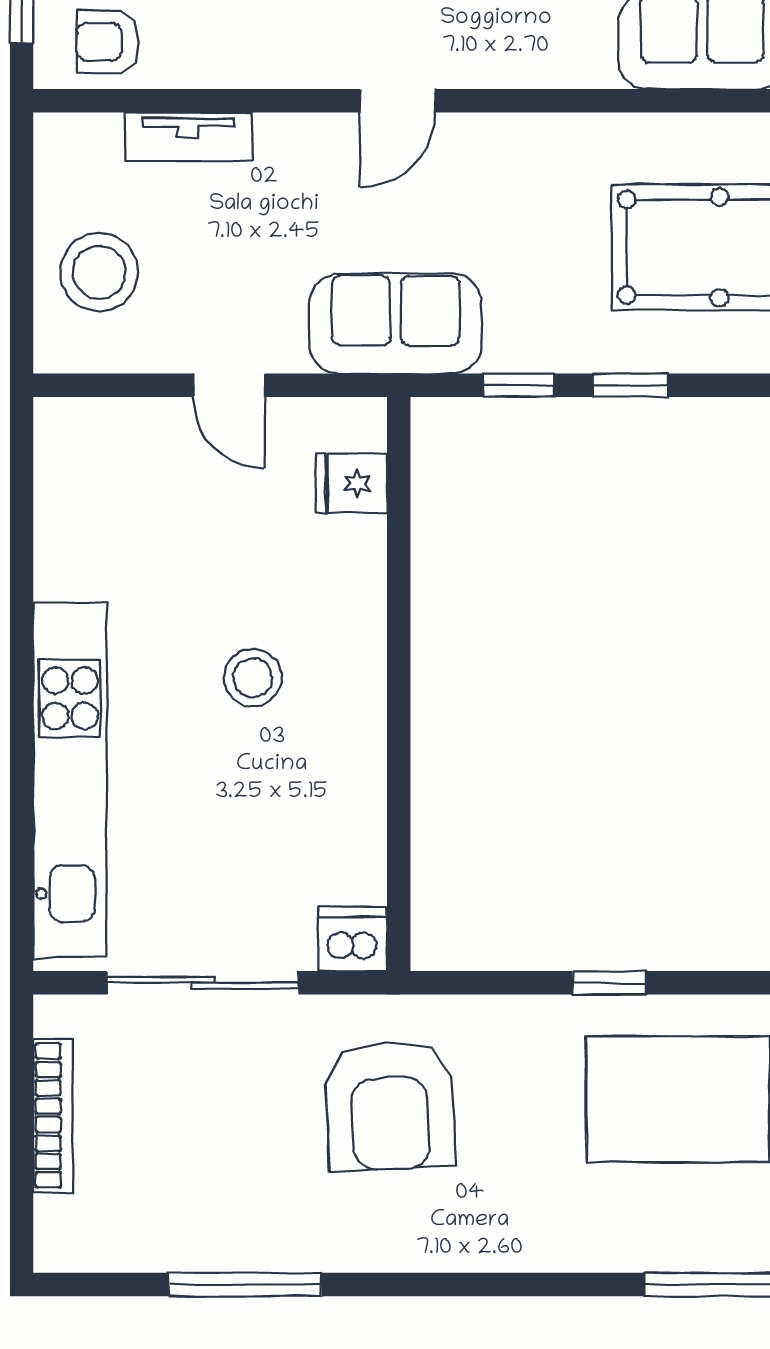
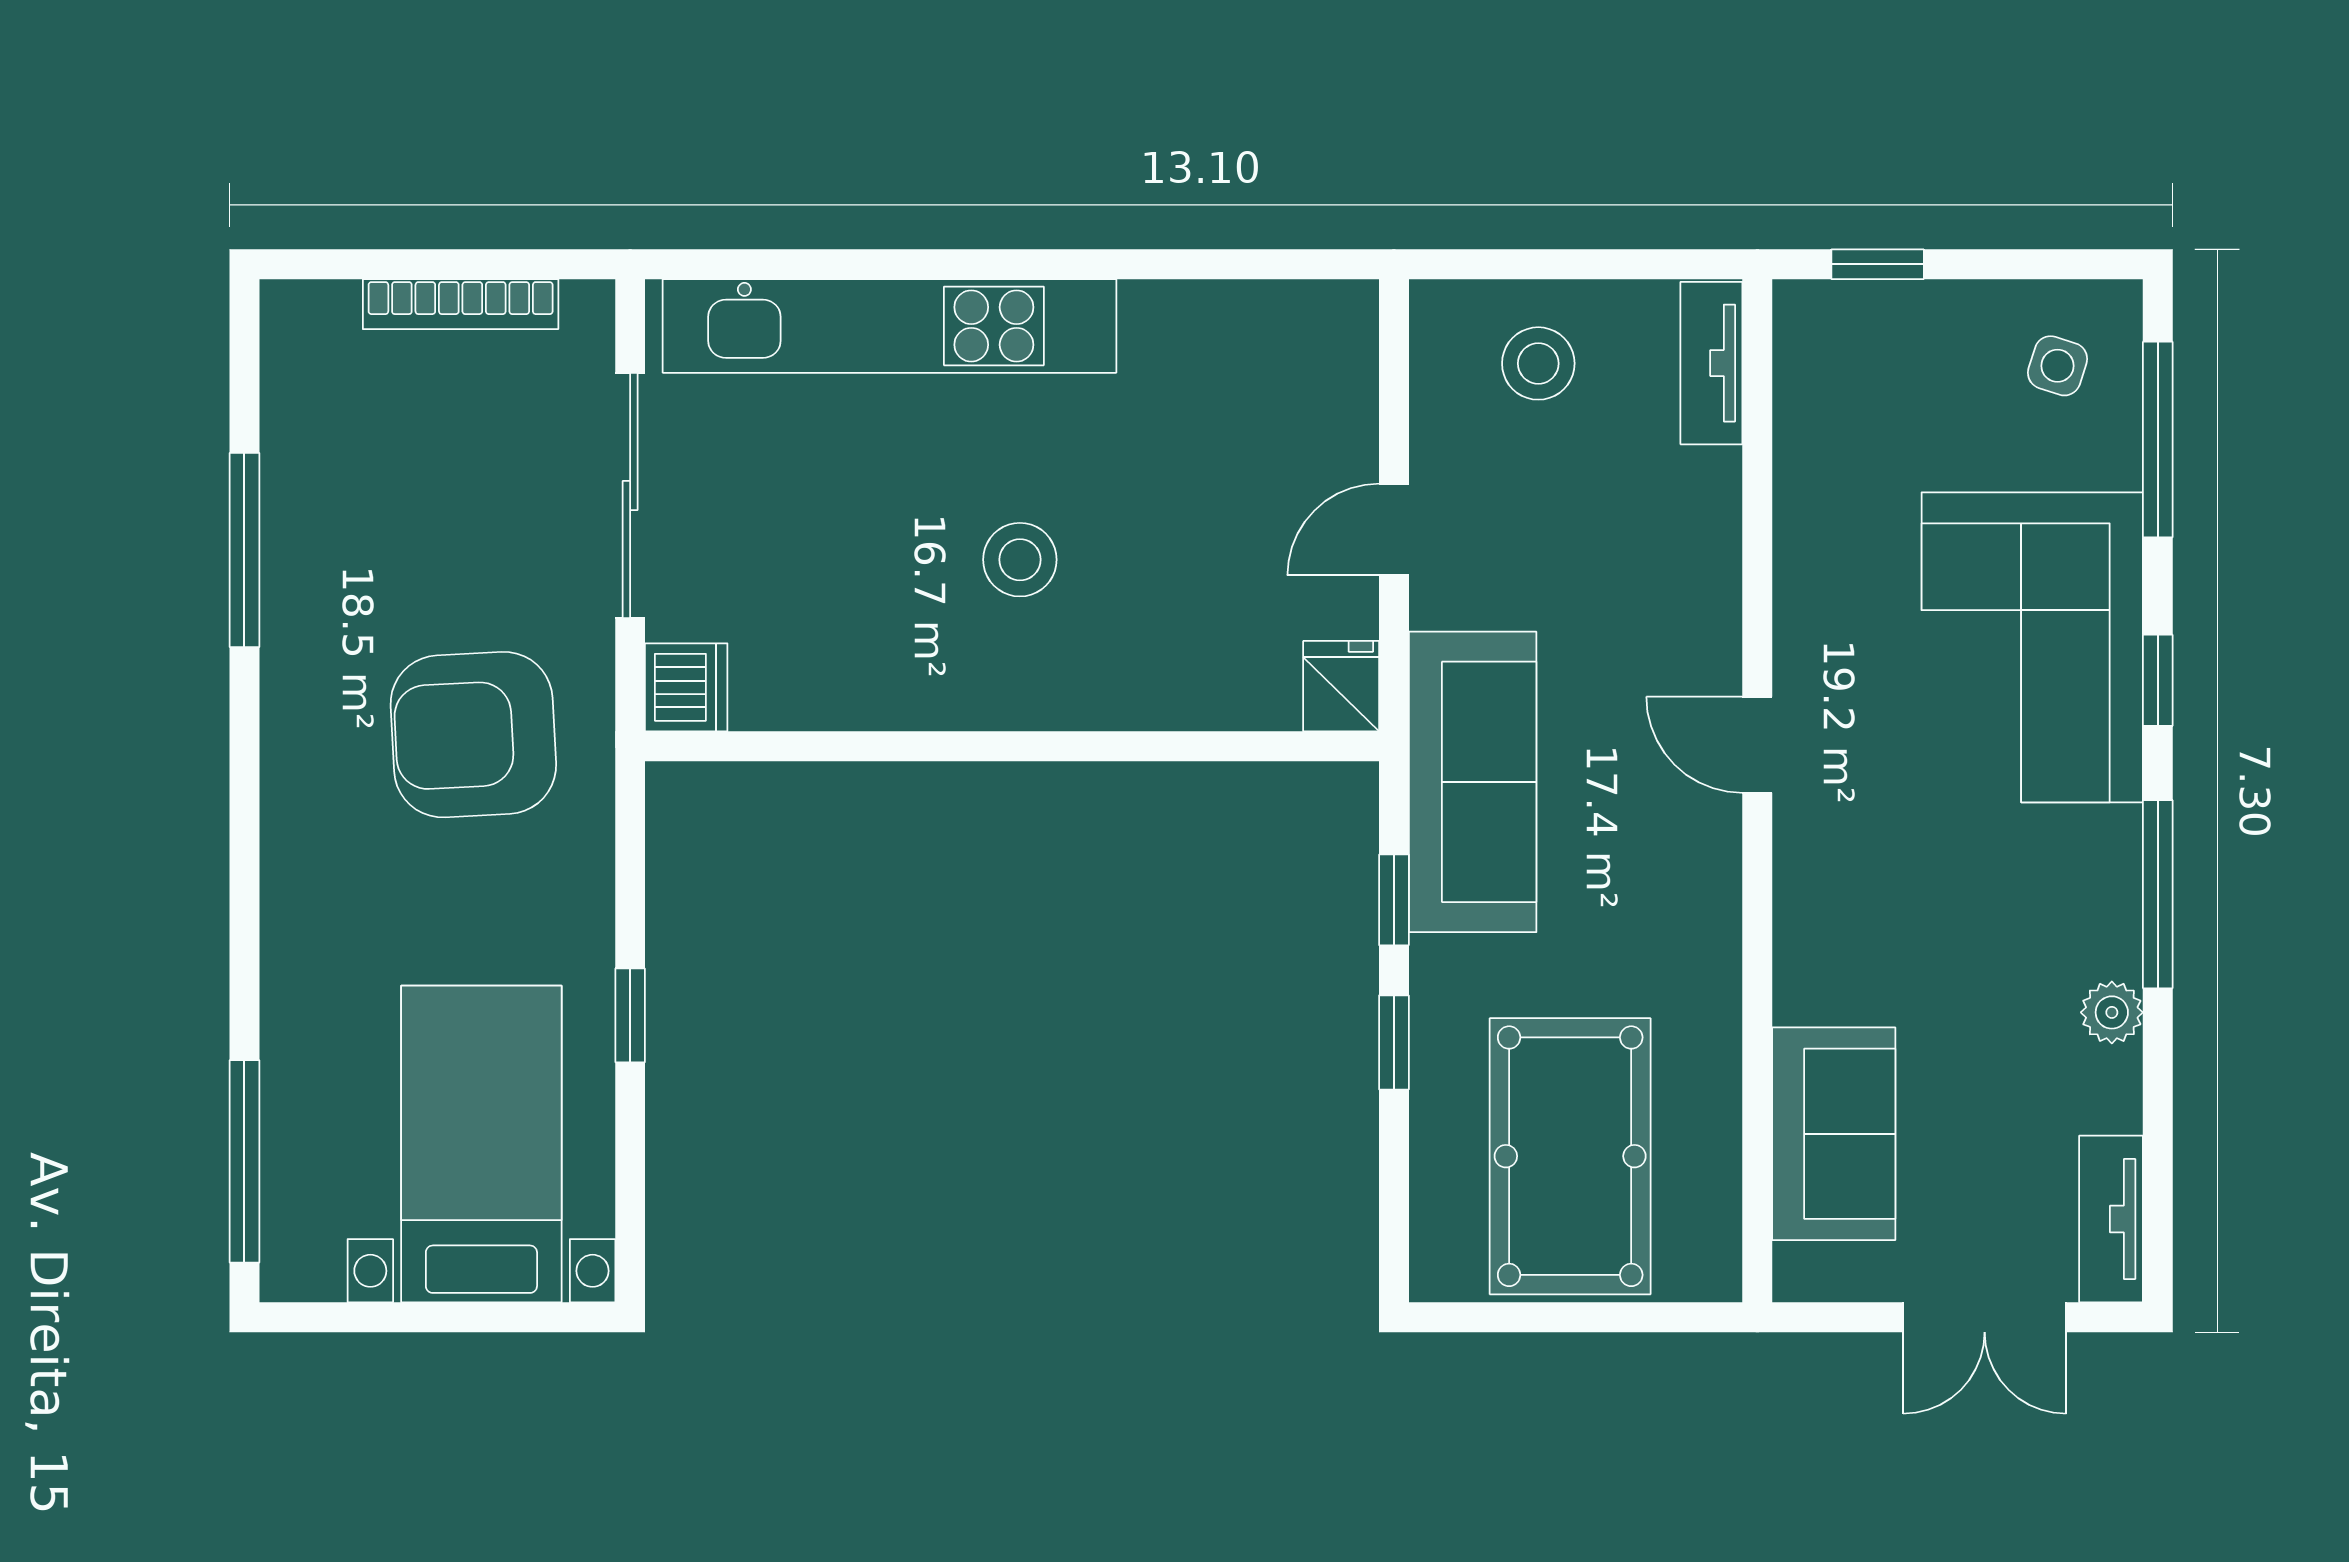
armchair: (108, 42) -> (1833, 375), removed
tv unit: (188, 137) -> (1711, 363), moved
stool: (99, 272) -> (1538, 363), width x0.73, depth x0.73
sofa: (395, 324) -> (1473, 782), width x1.36
fridge: (352, 483) -> (1341, 686), moved

